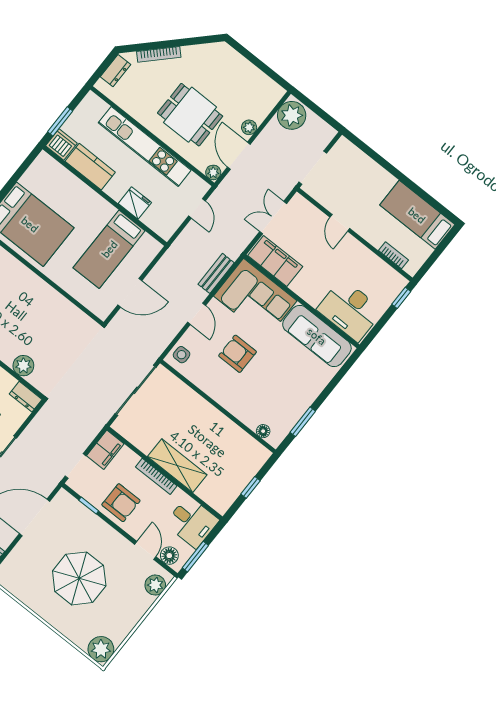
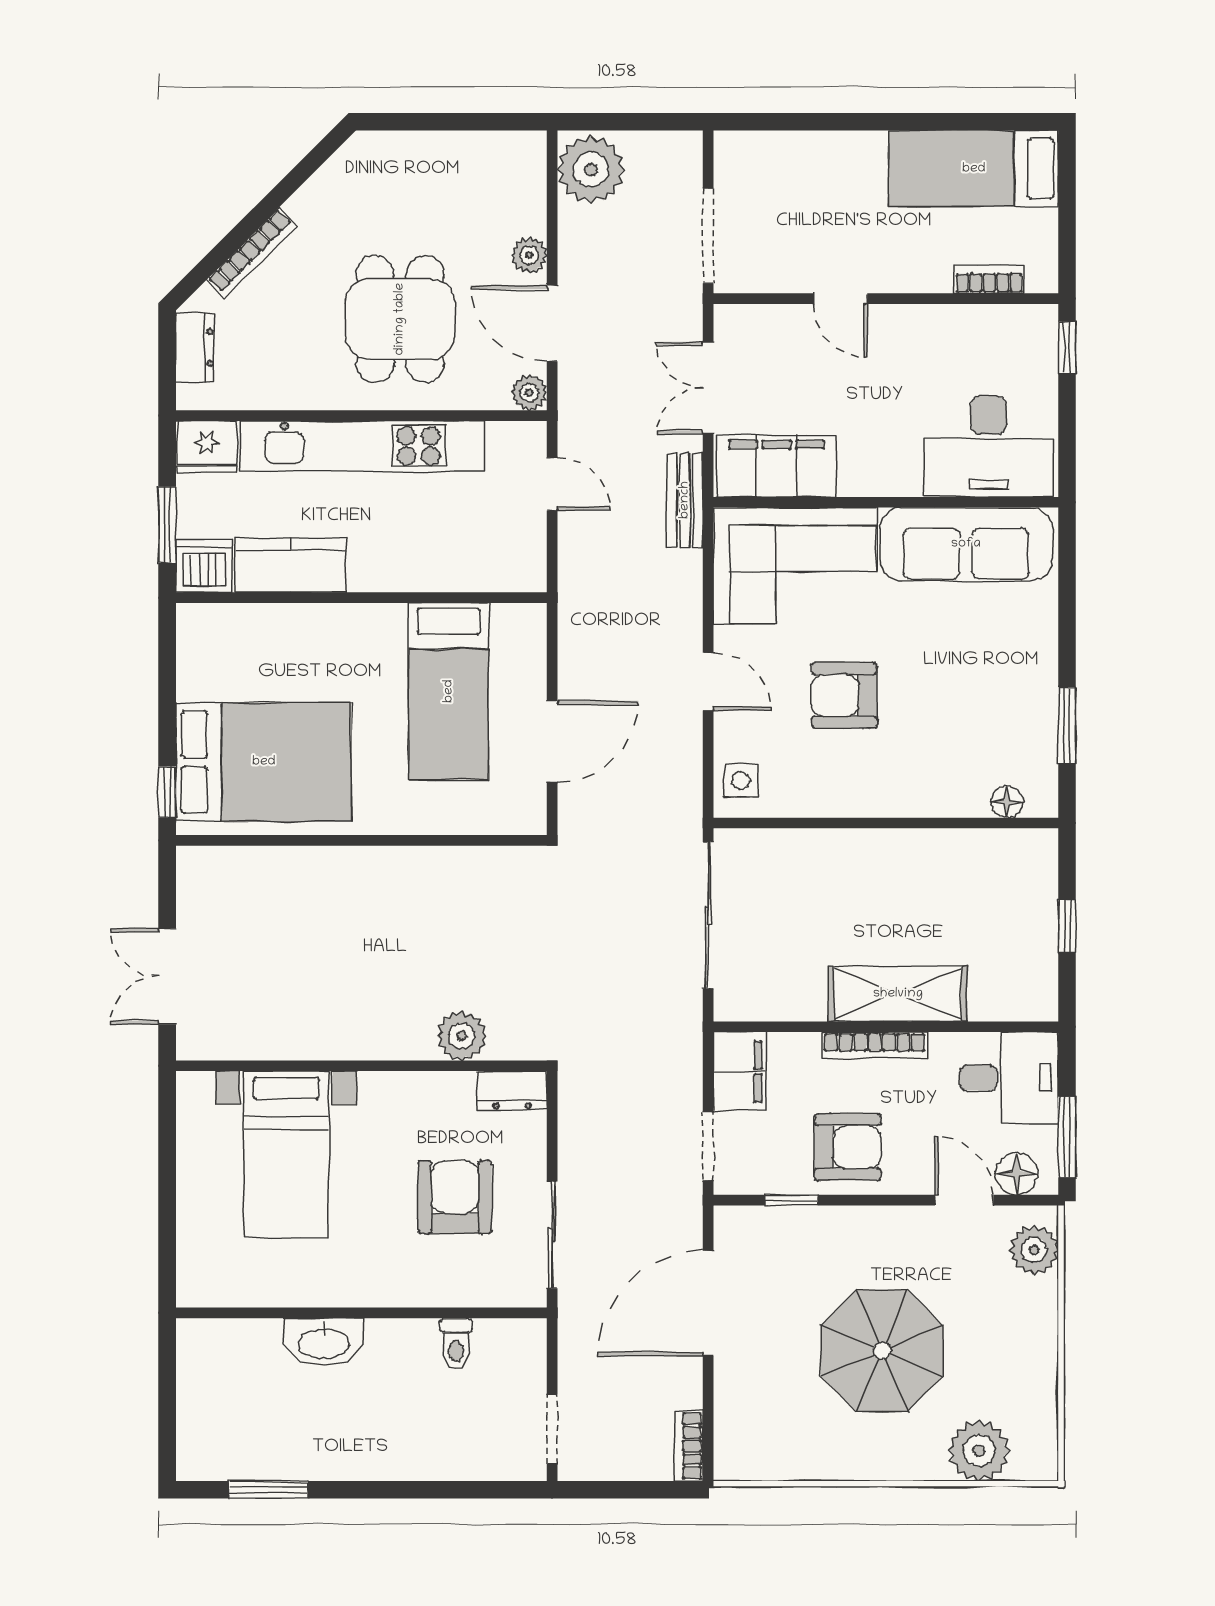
dining table: (190, 115) -> (400, 319), turned 90
fridge: (135, 203) -> (207, 447), moved, turned 180
bench: (216, 273) -> (685, 500), moved
plant: (101, 649) -> (979, 1451), moved

